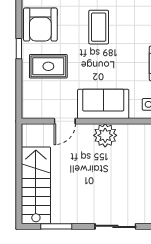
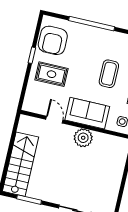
coffee table: (99, 27) -> (109, 74), moved
door: (65, 121) -> (54, 120), swing flipped

